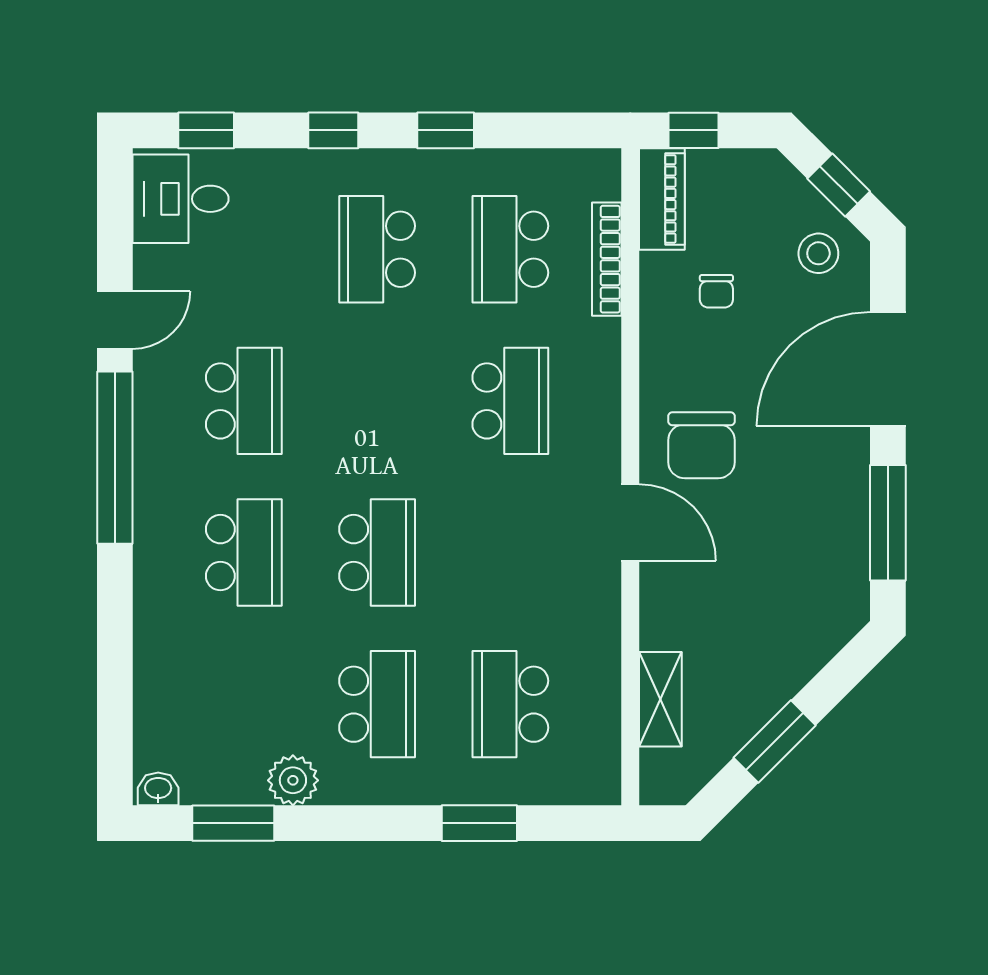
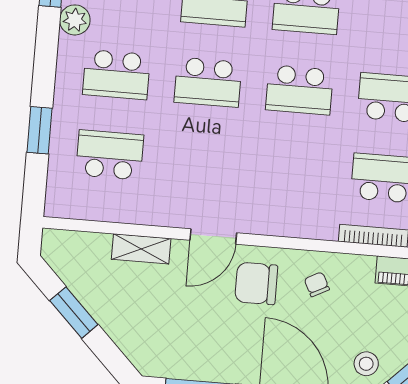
chair: (716, 291) -> (317, 284), moved, turned 63
school desk: (510, 401) -> (299, 90), moved
shelving: (660, 699) -> (141, 249), moved

